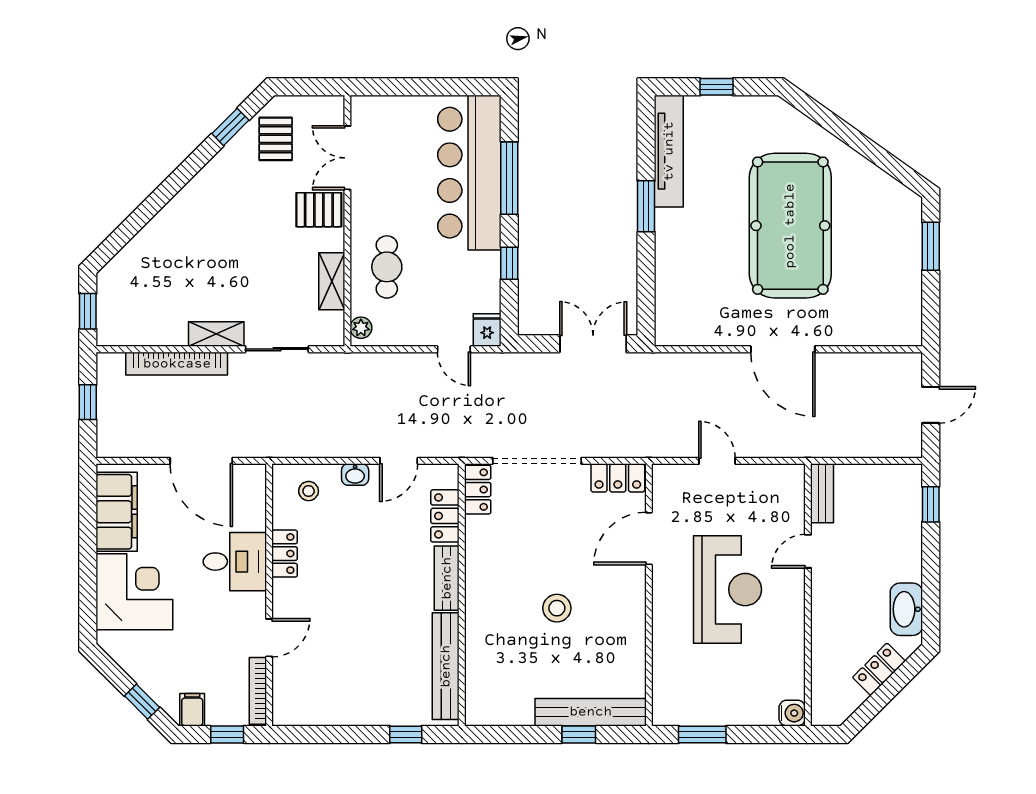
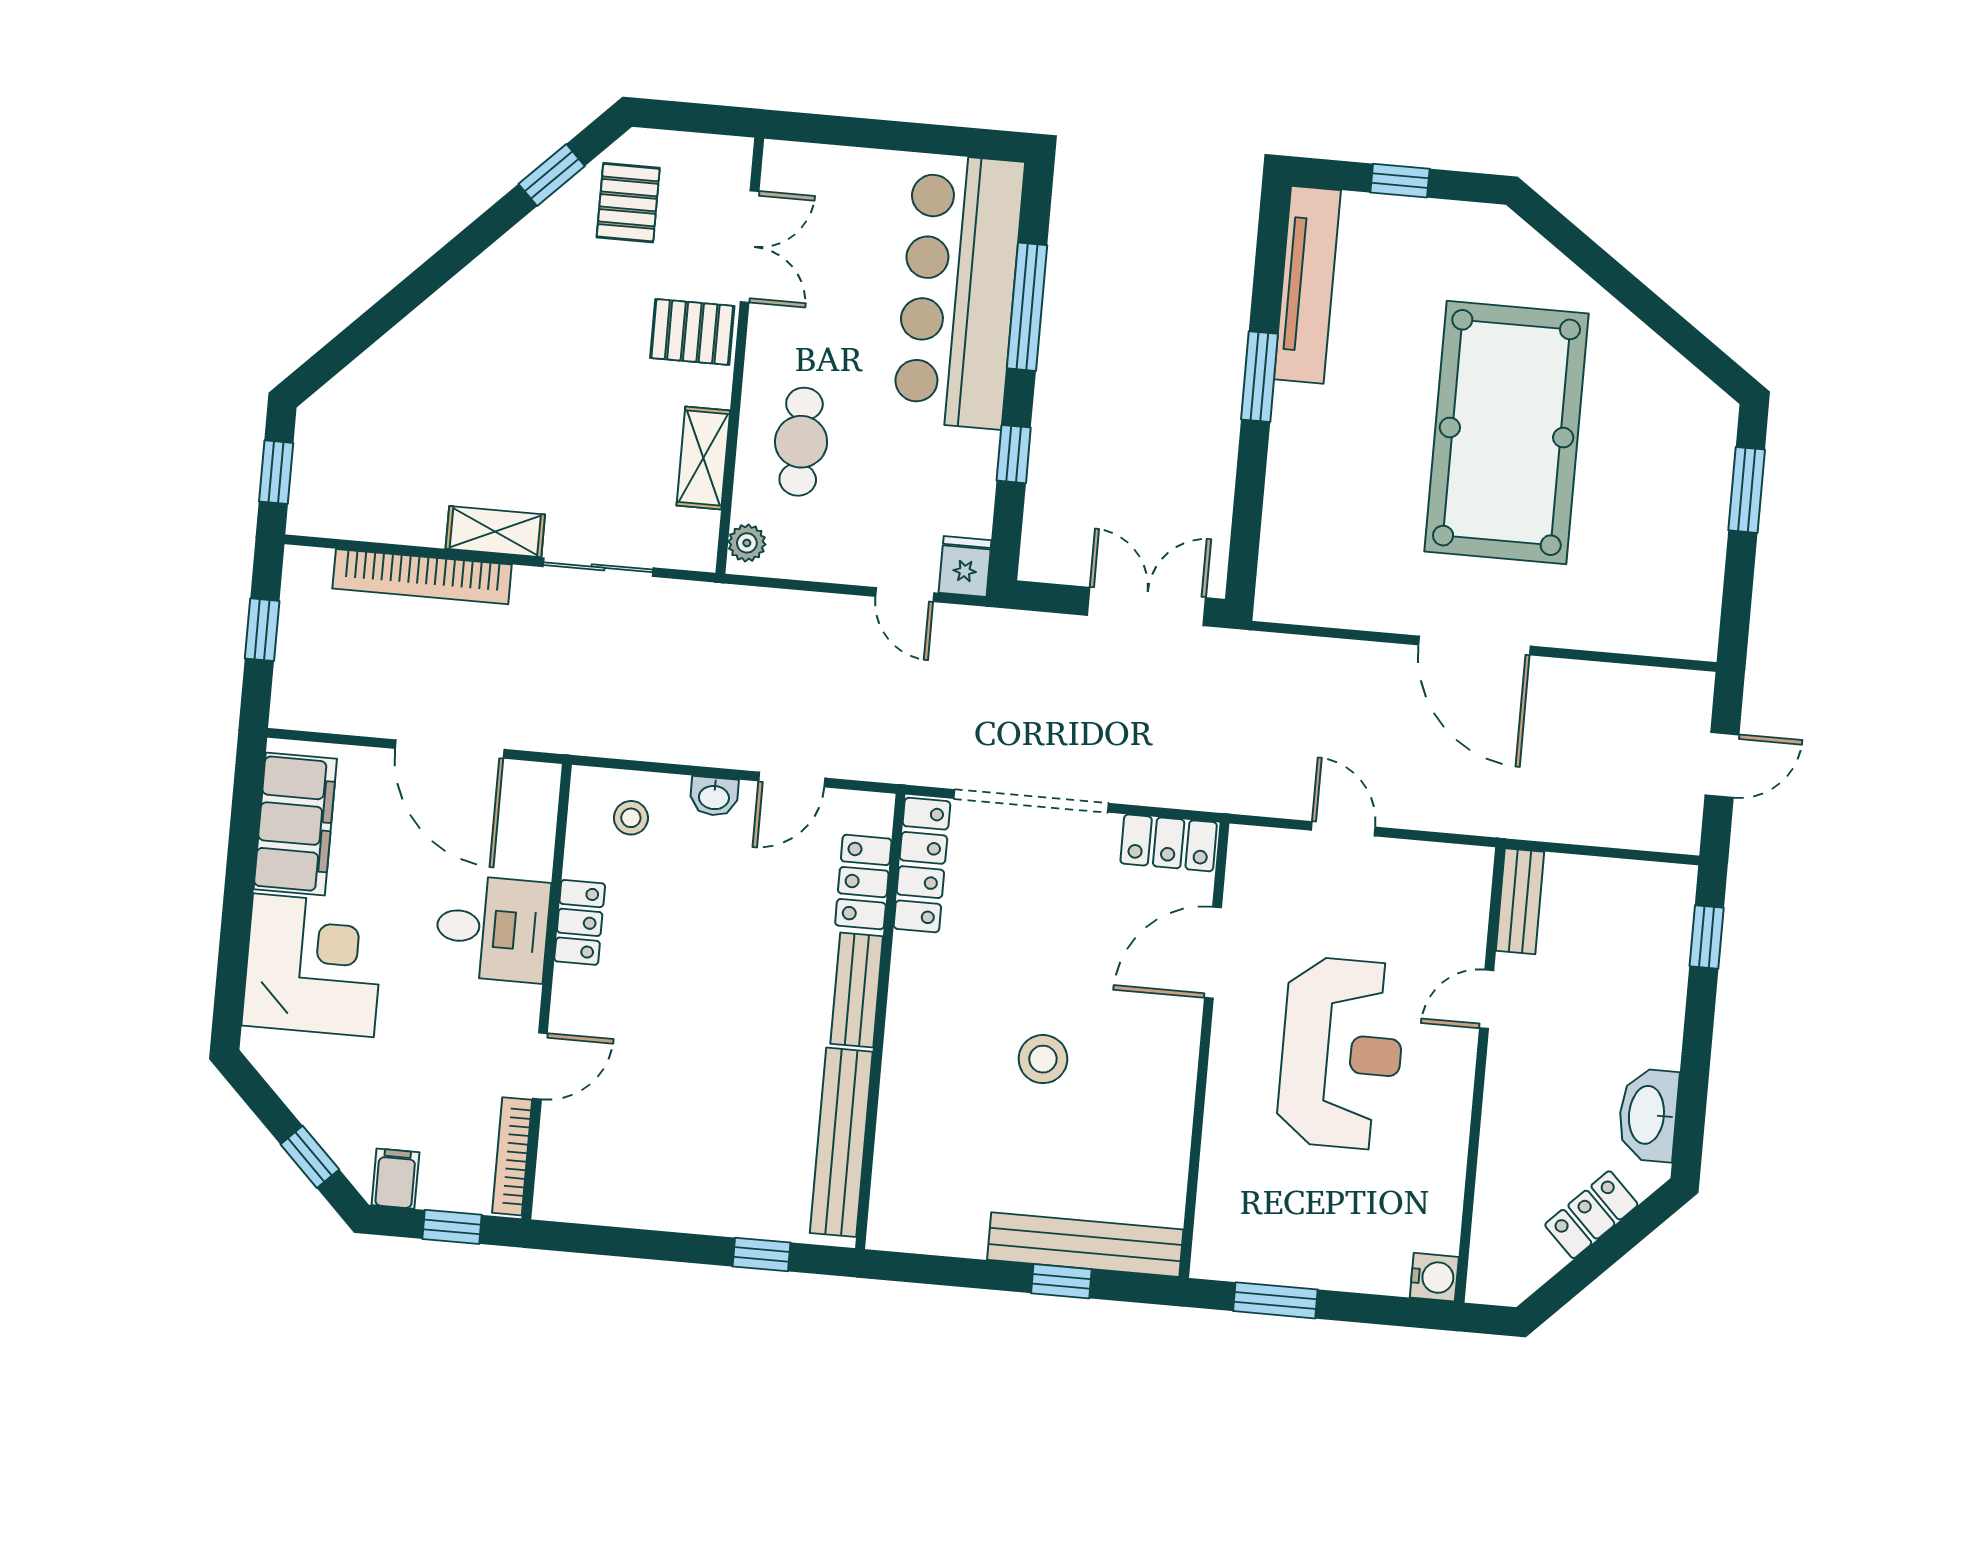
double door: (347, 158) -> (750, 246), swing flipped
locker: (478, 490) -> (922, 865), width x1.53

